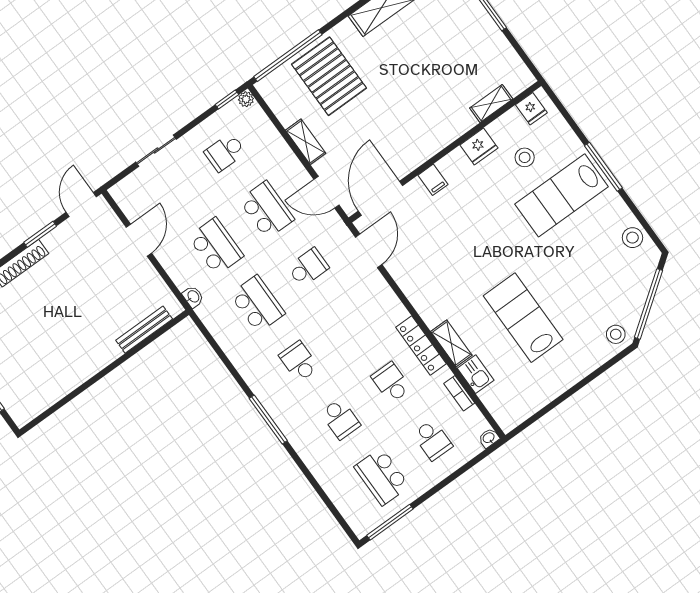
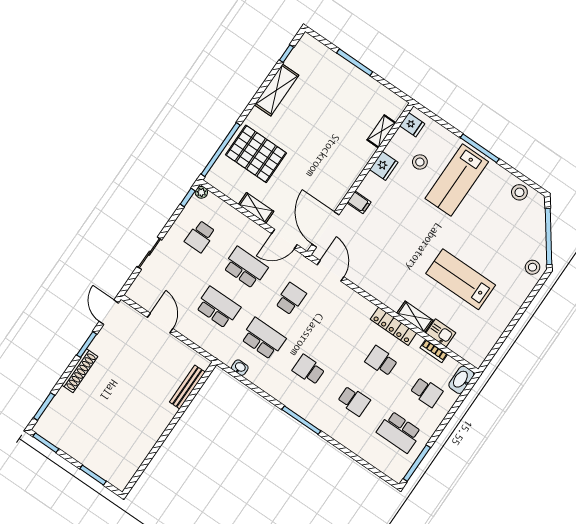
washbasin: (193, 297) -> (240, 368), moved
washbasin: (489, 438) -> (461, 380), width x1.91, depth x1.45

